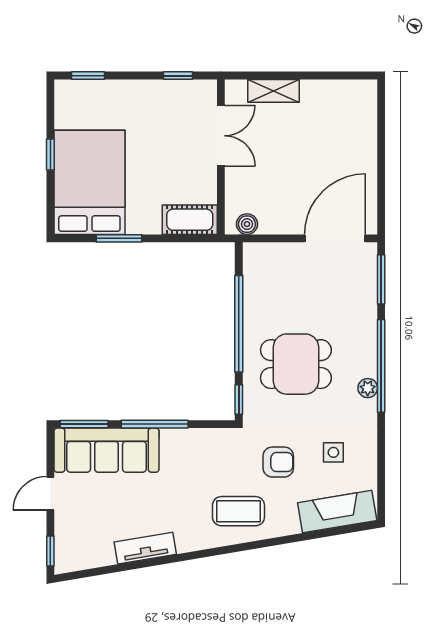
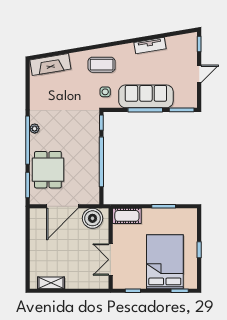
shelving: (274, 91) -> (51, 283), moved
bed: (89, 182) -> (165, 262), moved, turned 180
boiler: (247, 224) -> (92, 218), width x1.86, depth x1.86
door: (335, 238) -> (62, 206), moved
dining table: (296, 364) -> (48, 170), moved, turned 90
sofa: (107, 450) -> (146, 96), moved
side table: (333, 452) -> (105, 92), moved
armchair: (278, 462) -> (81, 90), removed

